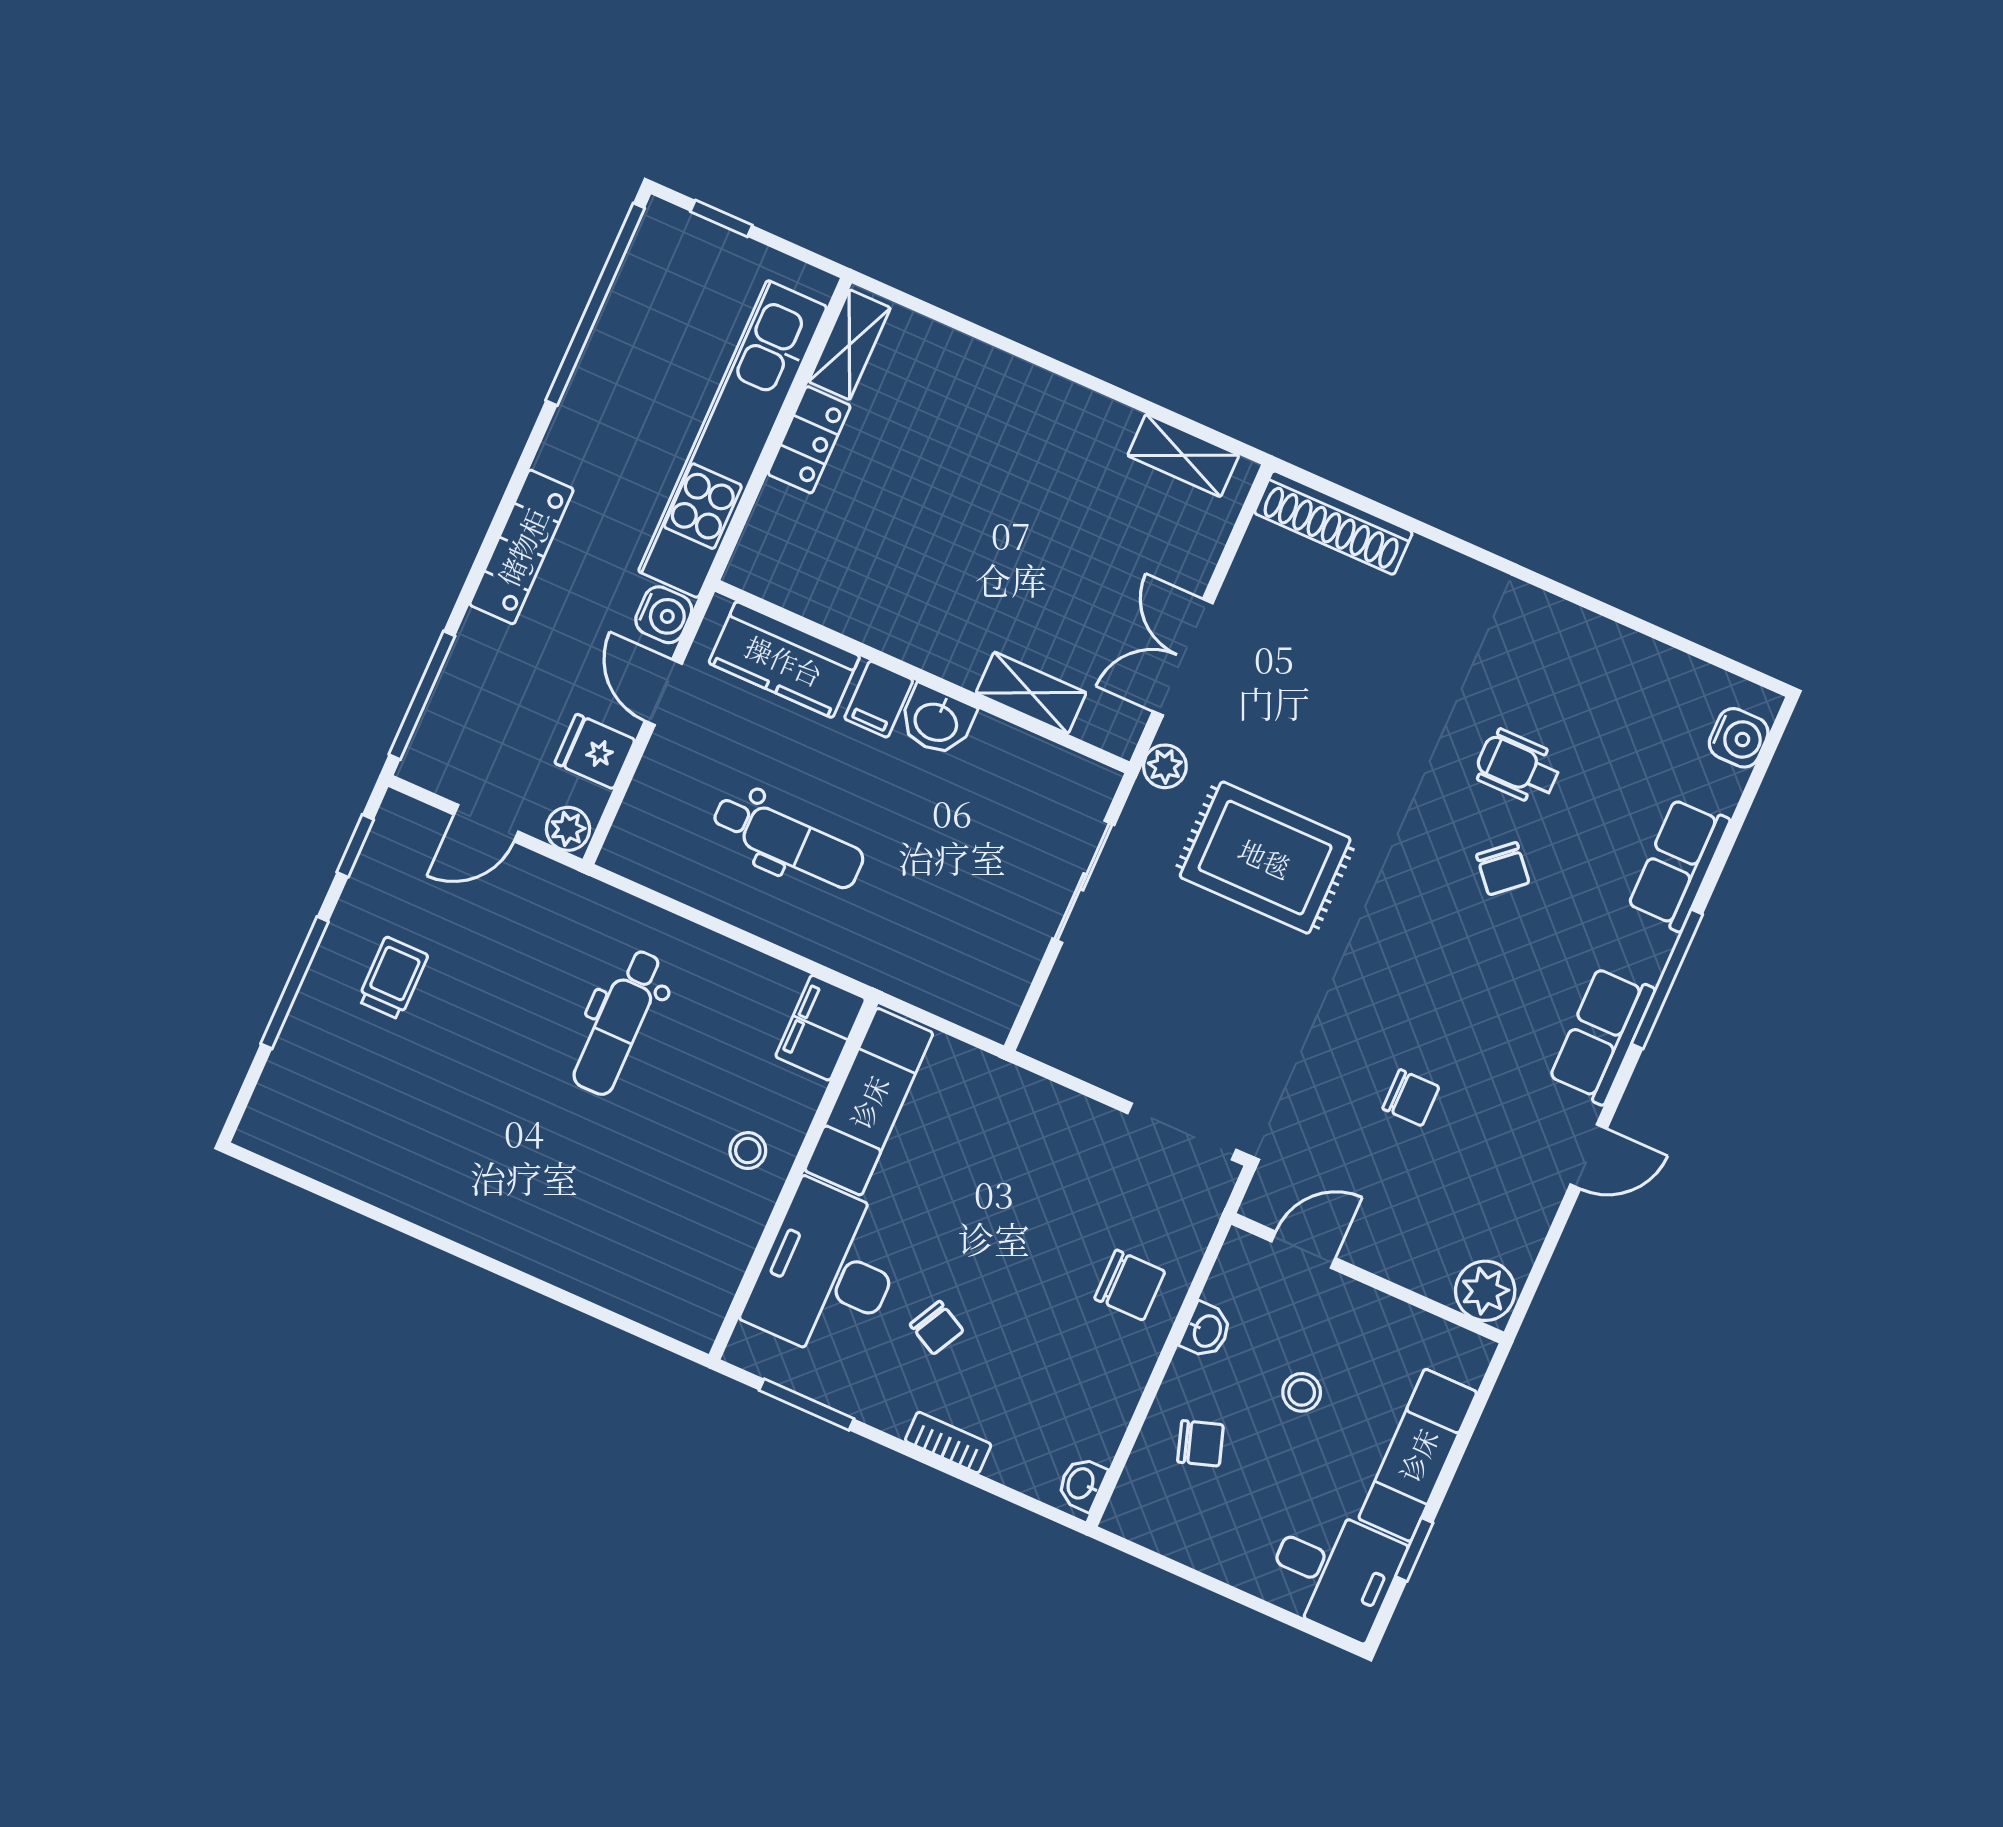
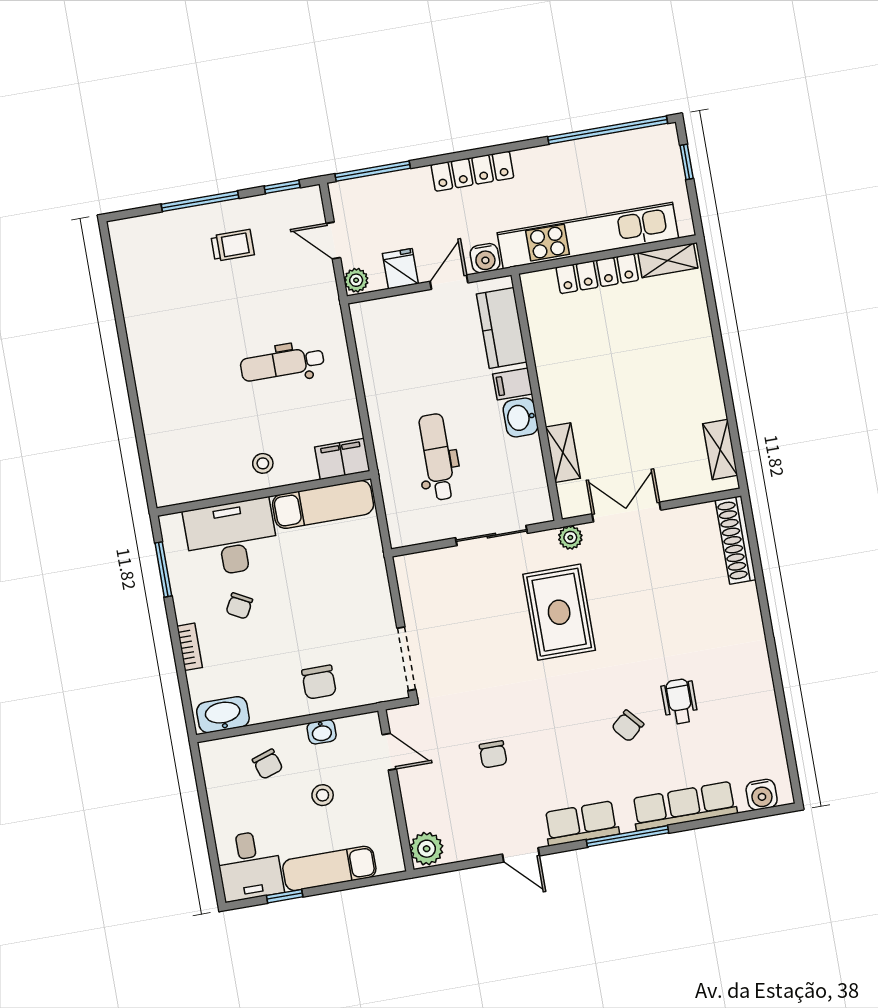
locker: (809, 440) -> (597, 274), width x1.53
dental chair: (788, 841) -> (437, 457), moved, turned 180
row of seats: (1679, 864) -> (684, 806), width x1.48
washbasin: (1082, 1484) -> (223, 715), width x1.91, depth x1.45

